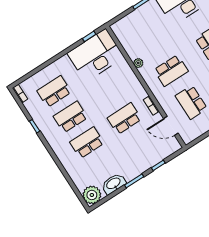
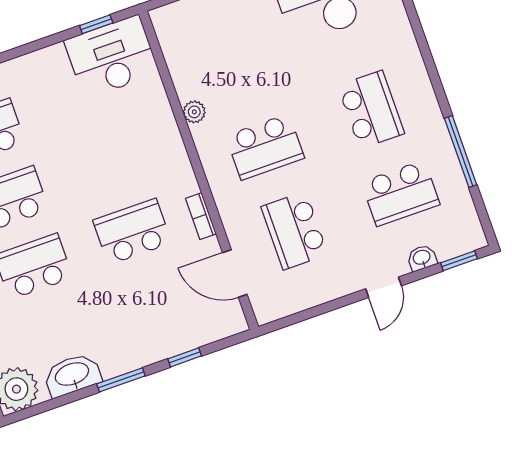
desk: (96, 55) -> (111, 57), width x0.73, depth x0.77

